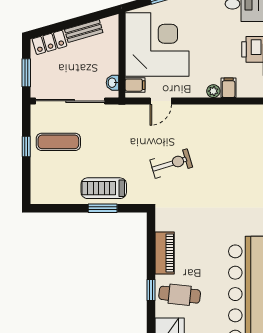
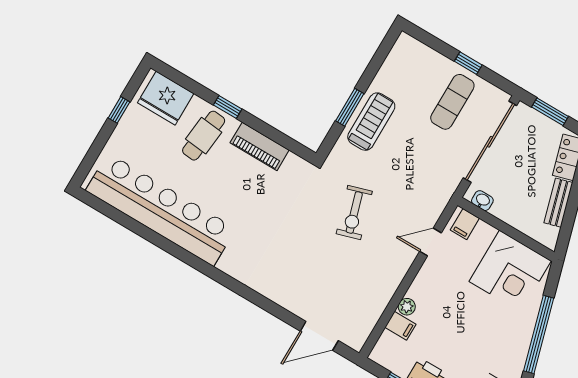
corner desk: (157, 45) -> (510, 271), width x0.74, depth x0.74
door: (161, 101) -> (430, 242), hinge flipped

